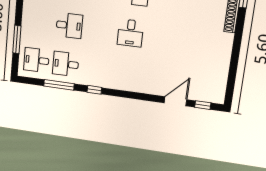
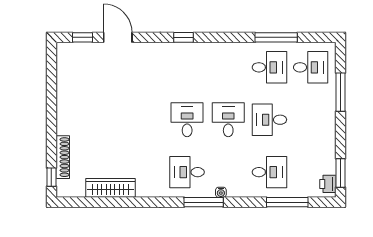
desk: (100, 29) -> (228, 120), added
window: (94, 90) -> (183, 37), moved
door: (175, 101) -> (118, 37), swing flipped

